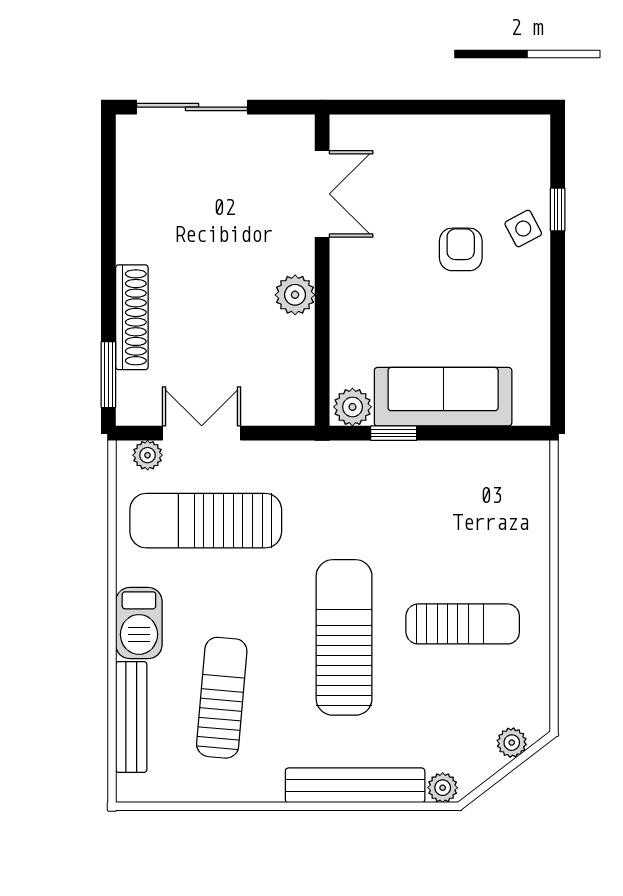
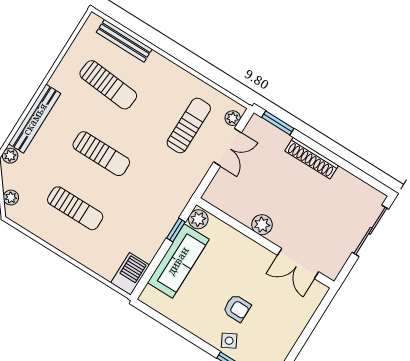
shoe rack: (132, 317) -> (312, 158), moved
sun lounger: (206, 521) -> (189, 126), width x0.73, depth x0.75
barbecue: (139, 623) -> (130, 274), moved, turned 90
sun lounger: (463, 624) -> (75, 208), turned -90
sun lounger: (344, 637) -> (101, 154), width x0.73, depth x0.75

